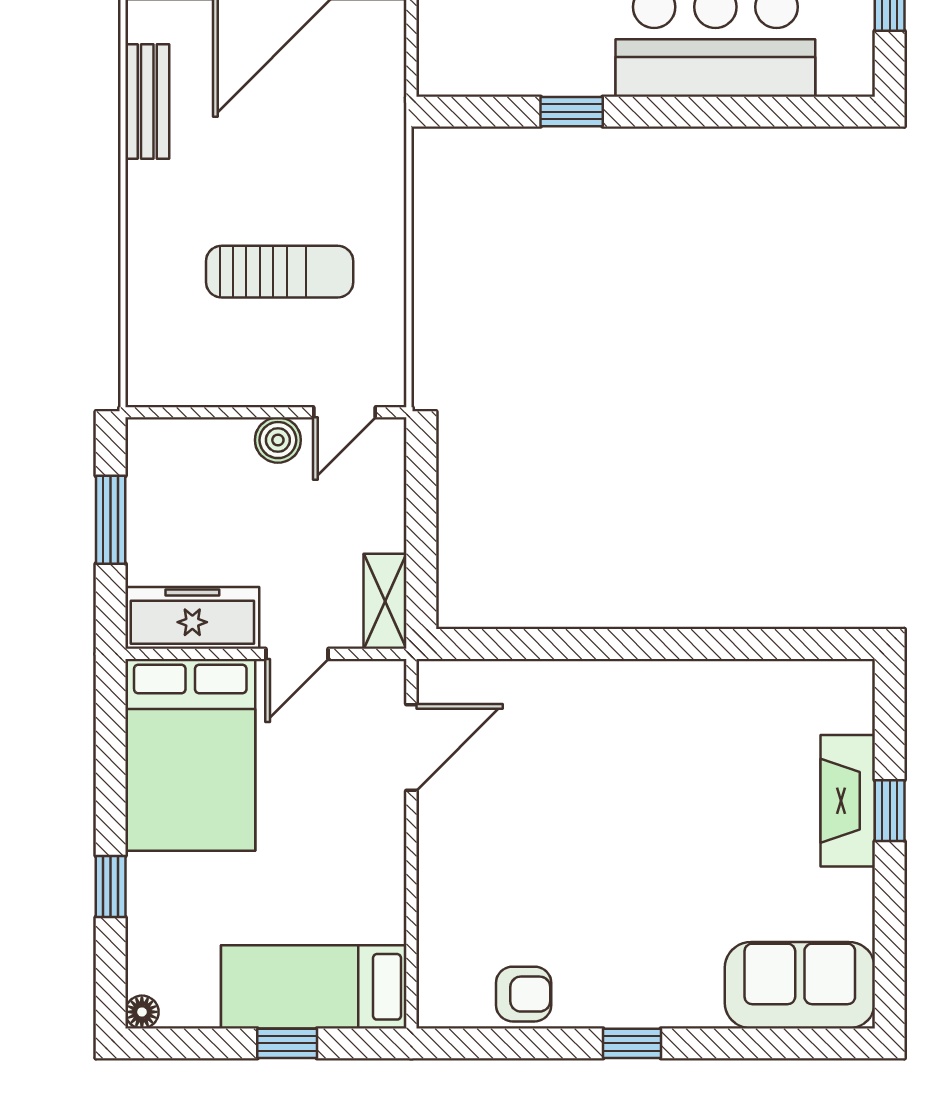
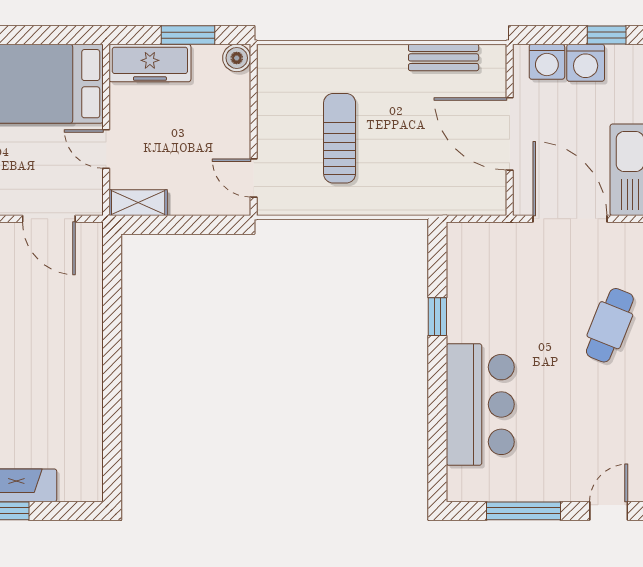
sun lounger: (280, 272) -> (340, 138), turned 180
boiler: (278, 440) -> (237, 58), moved
freezer: (192, 618) -> (150, 63), moved, turned 90

